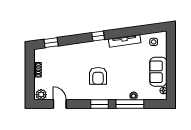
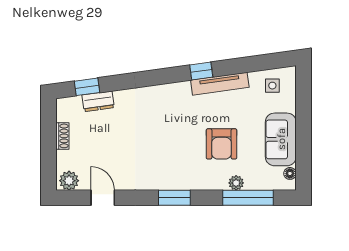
window: (98, 36) -> (201, 71), moved
dresser: (57, 51) -> (98, 101), added
armchair: (98, 76) -> (221, 144), moved
window: (130, 104) -> (248, 198), moved

